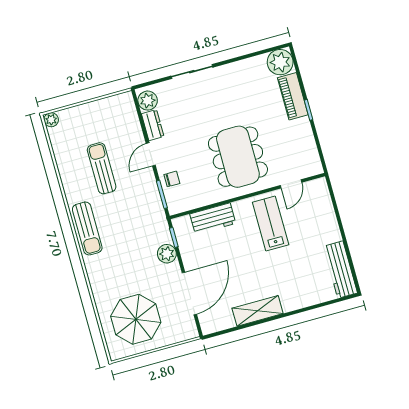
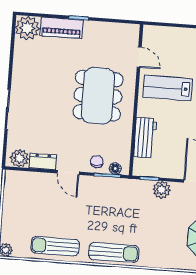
dining table: (238, 157) -> (98, 96), turned 90
sun lounger: (102, 168) -> (55, 246), moved
floor lamp: (172, 200) -> (115, 168), added

